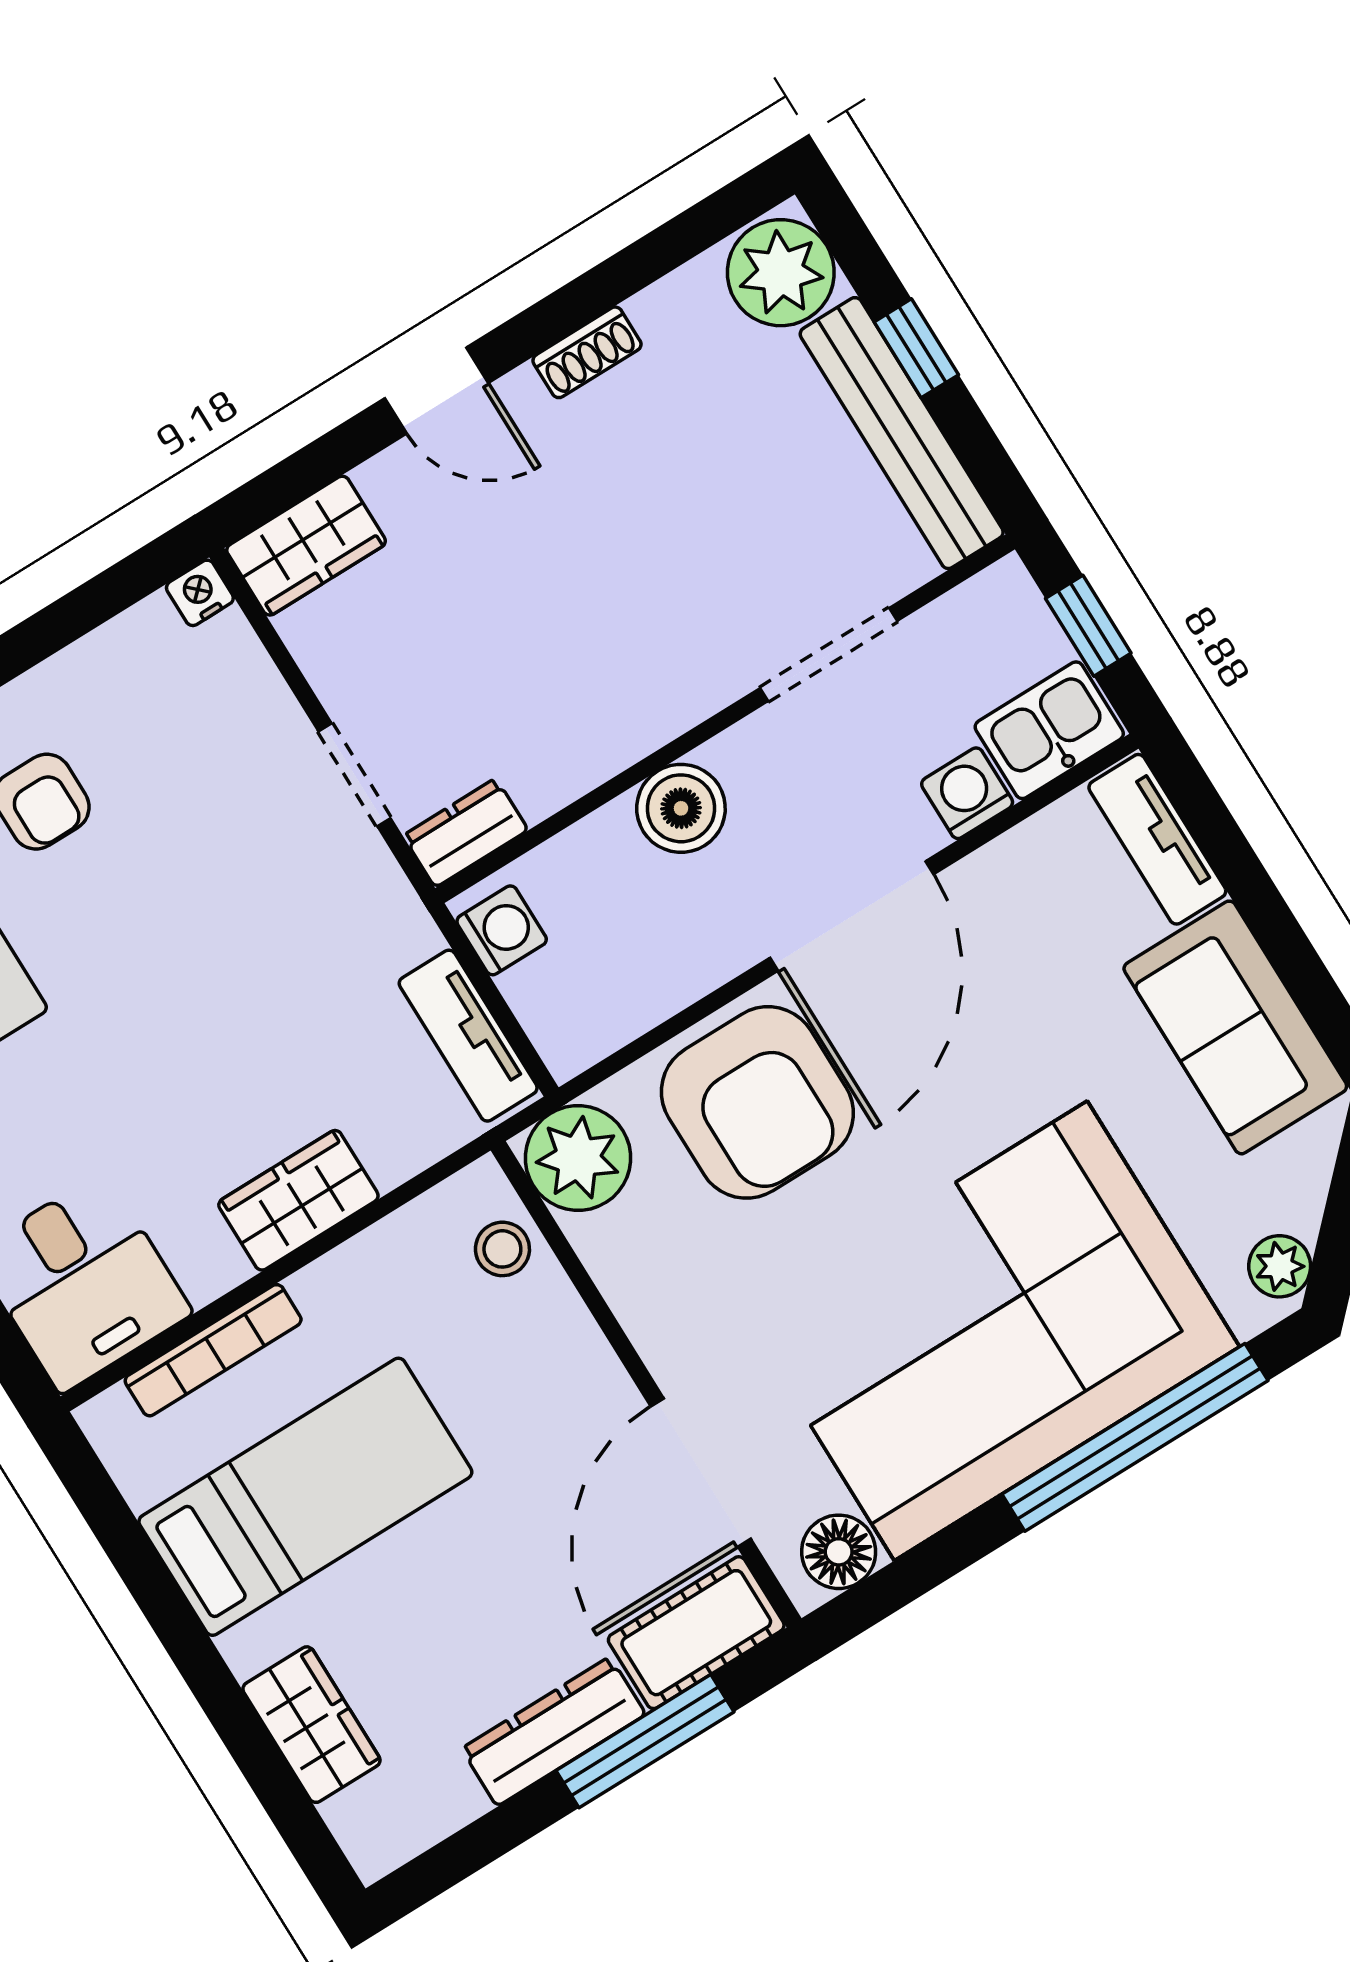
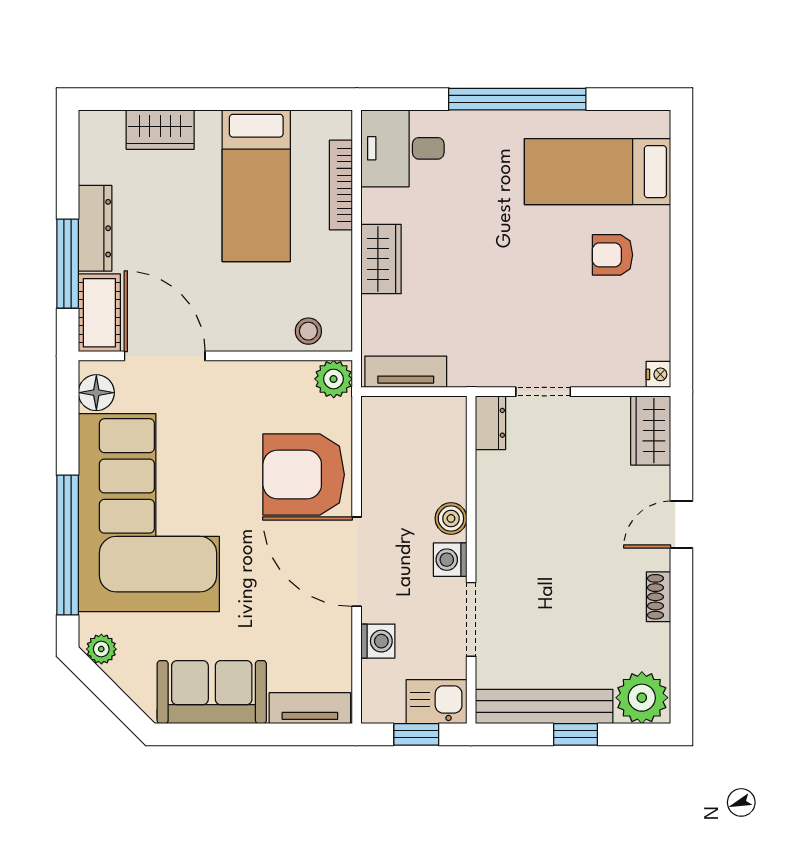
kitchen sink: (1049, 730) -> (436, 702), moved, turned -90
boiler: (681, 808) -> (451, 518), width x0.73, depth x0.73
washing machine: (502, 930) -> (450, 560), moved, turned 90
plant: (578, 1158) -> (334, 379), width x0.73, depth x0.73

